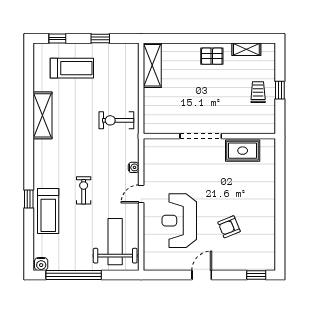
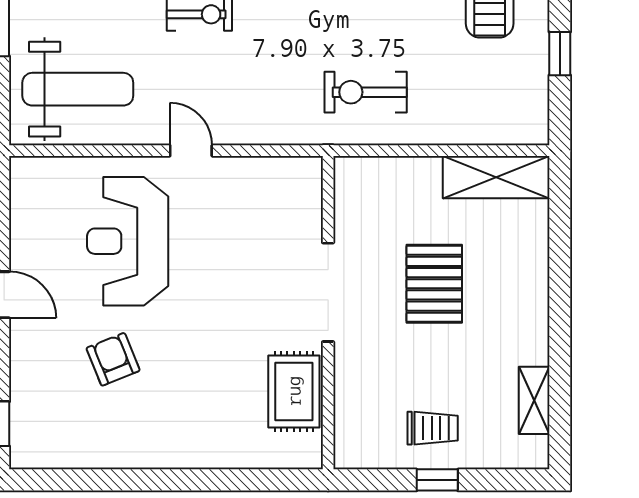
pallet: (212, 56) -> (434, 284), moved, width x1.50, depth x1.42
exercise bike: (116, 120) -> (366, 92), turned -90
water cooler: (134, 167) -> (254, 133), removed
reception desk: (179, 221) -> (128, 241), turned -90

